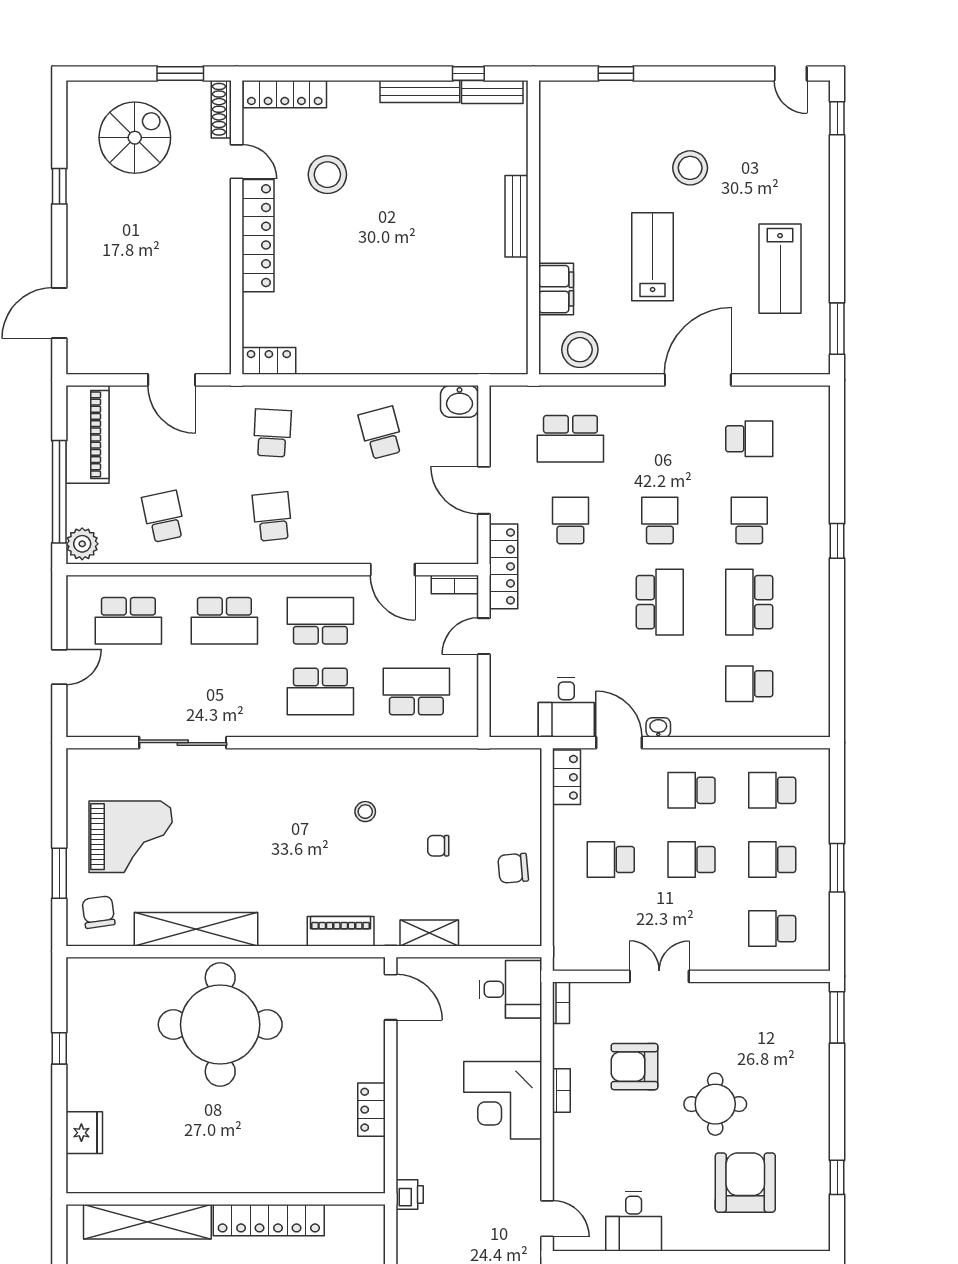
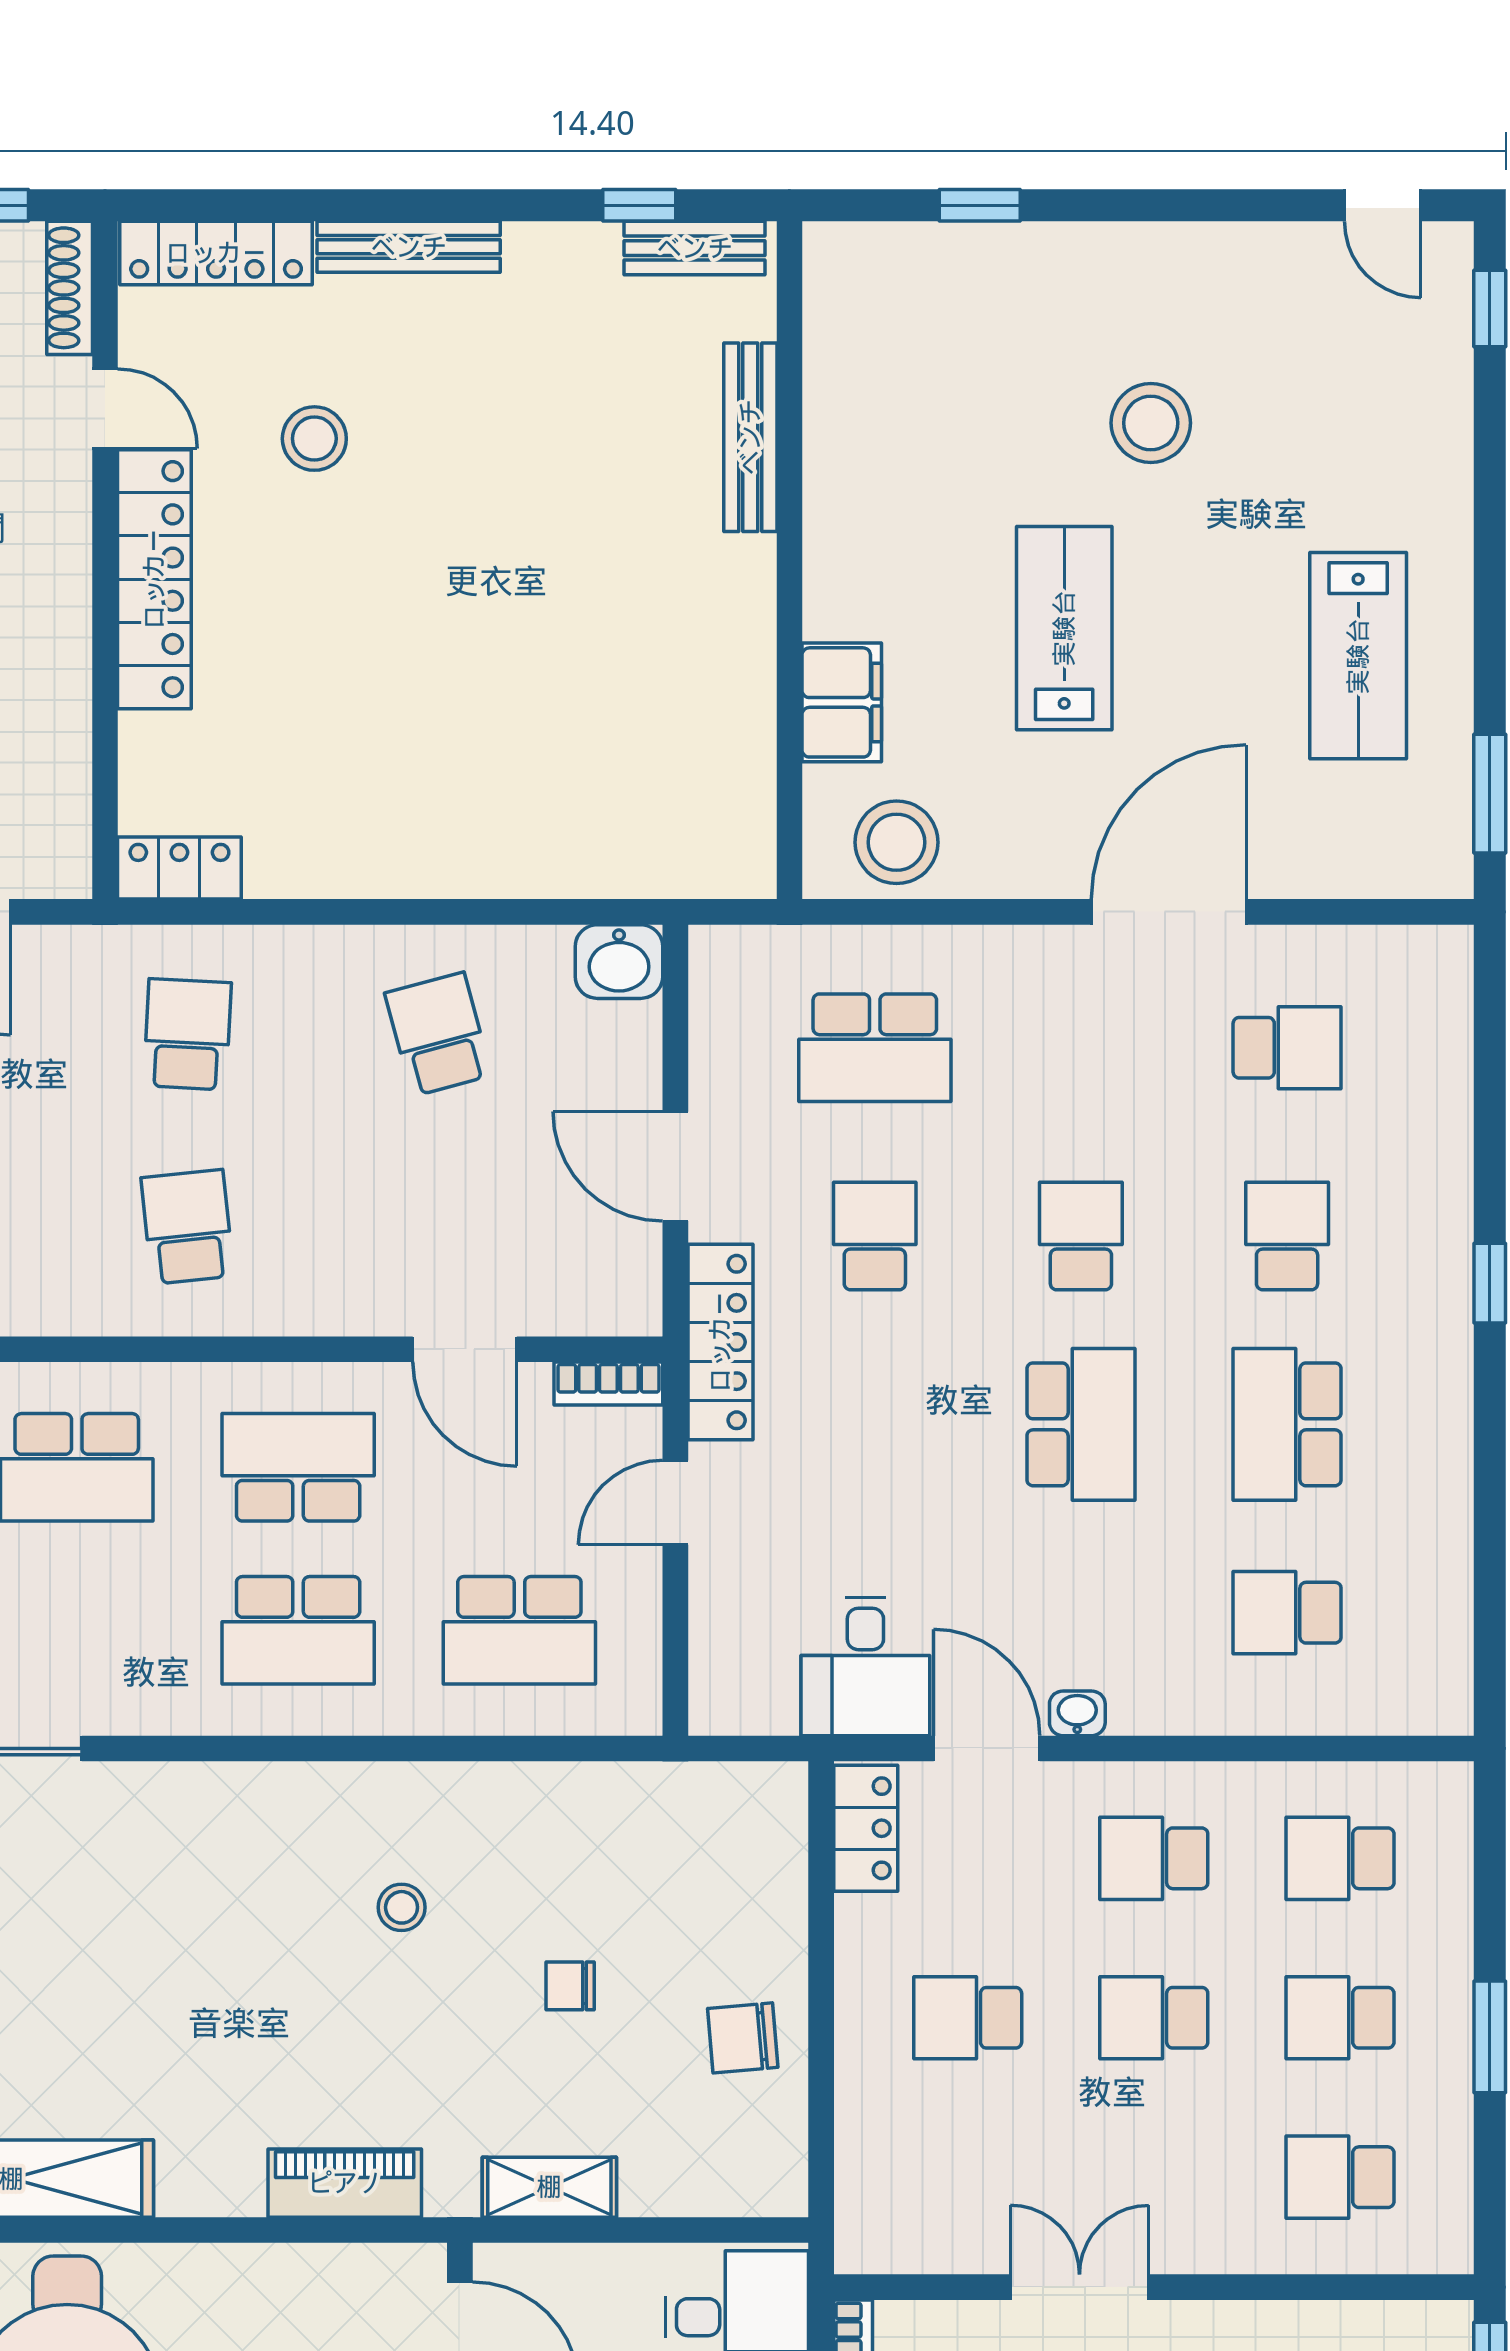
bench: (420, 91) -> (409, 247), moved
stool: (327, 175) -> (314, 439), width x0.73, depth x0.73
bench: (516, 216) -> (750, 437), moved
school desk: (416, 691) -> (519, 1630), turned 180

